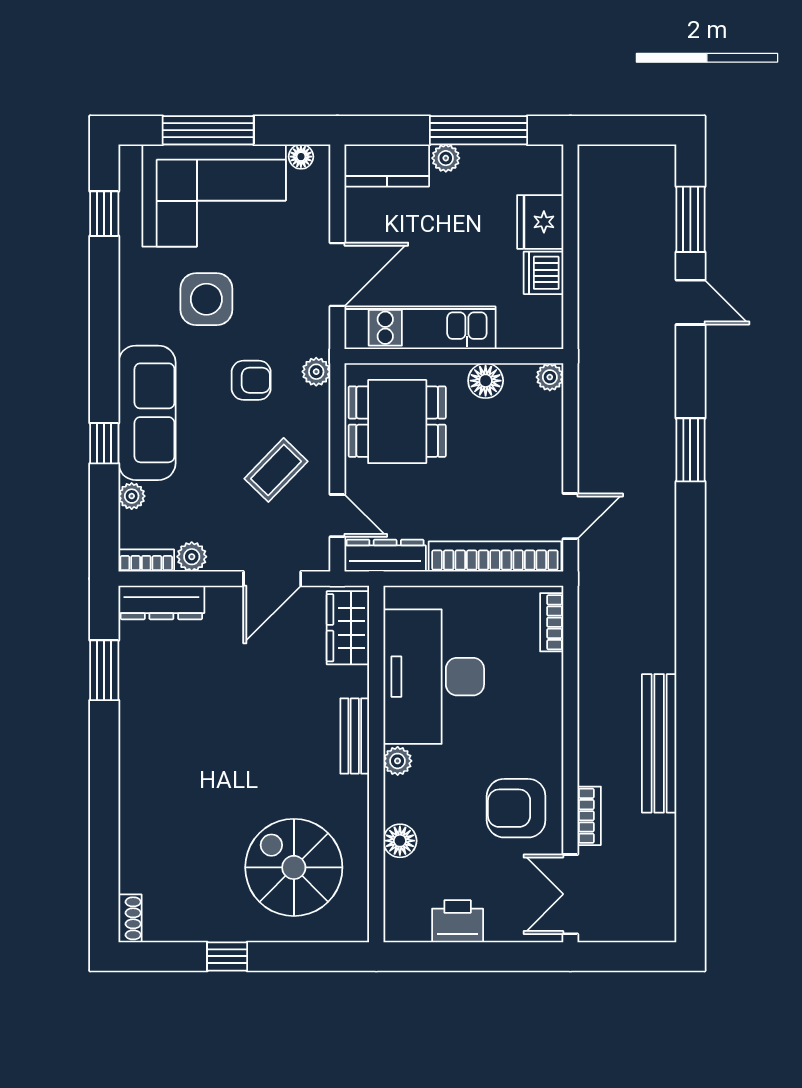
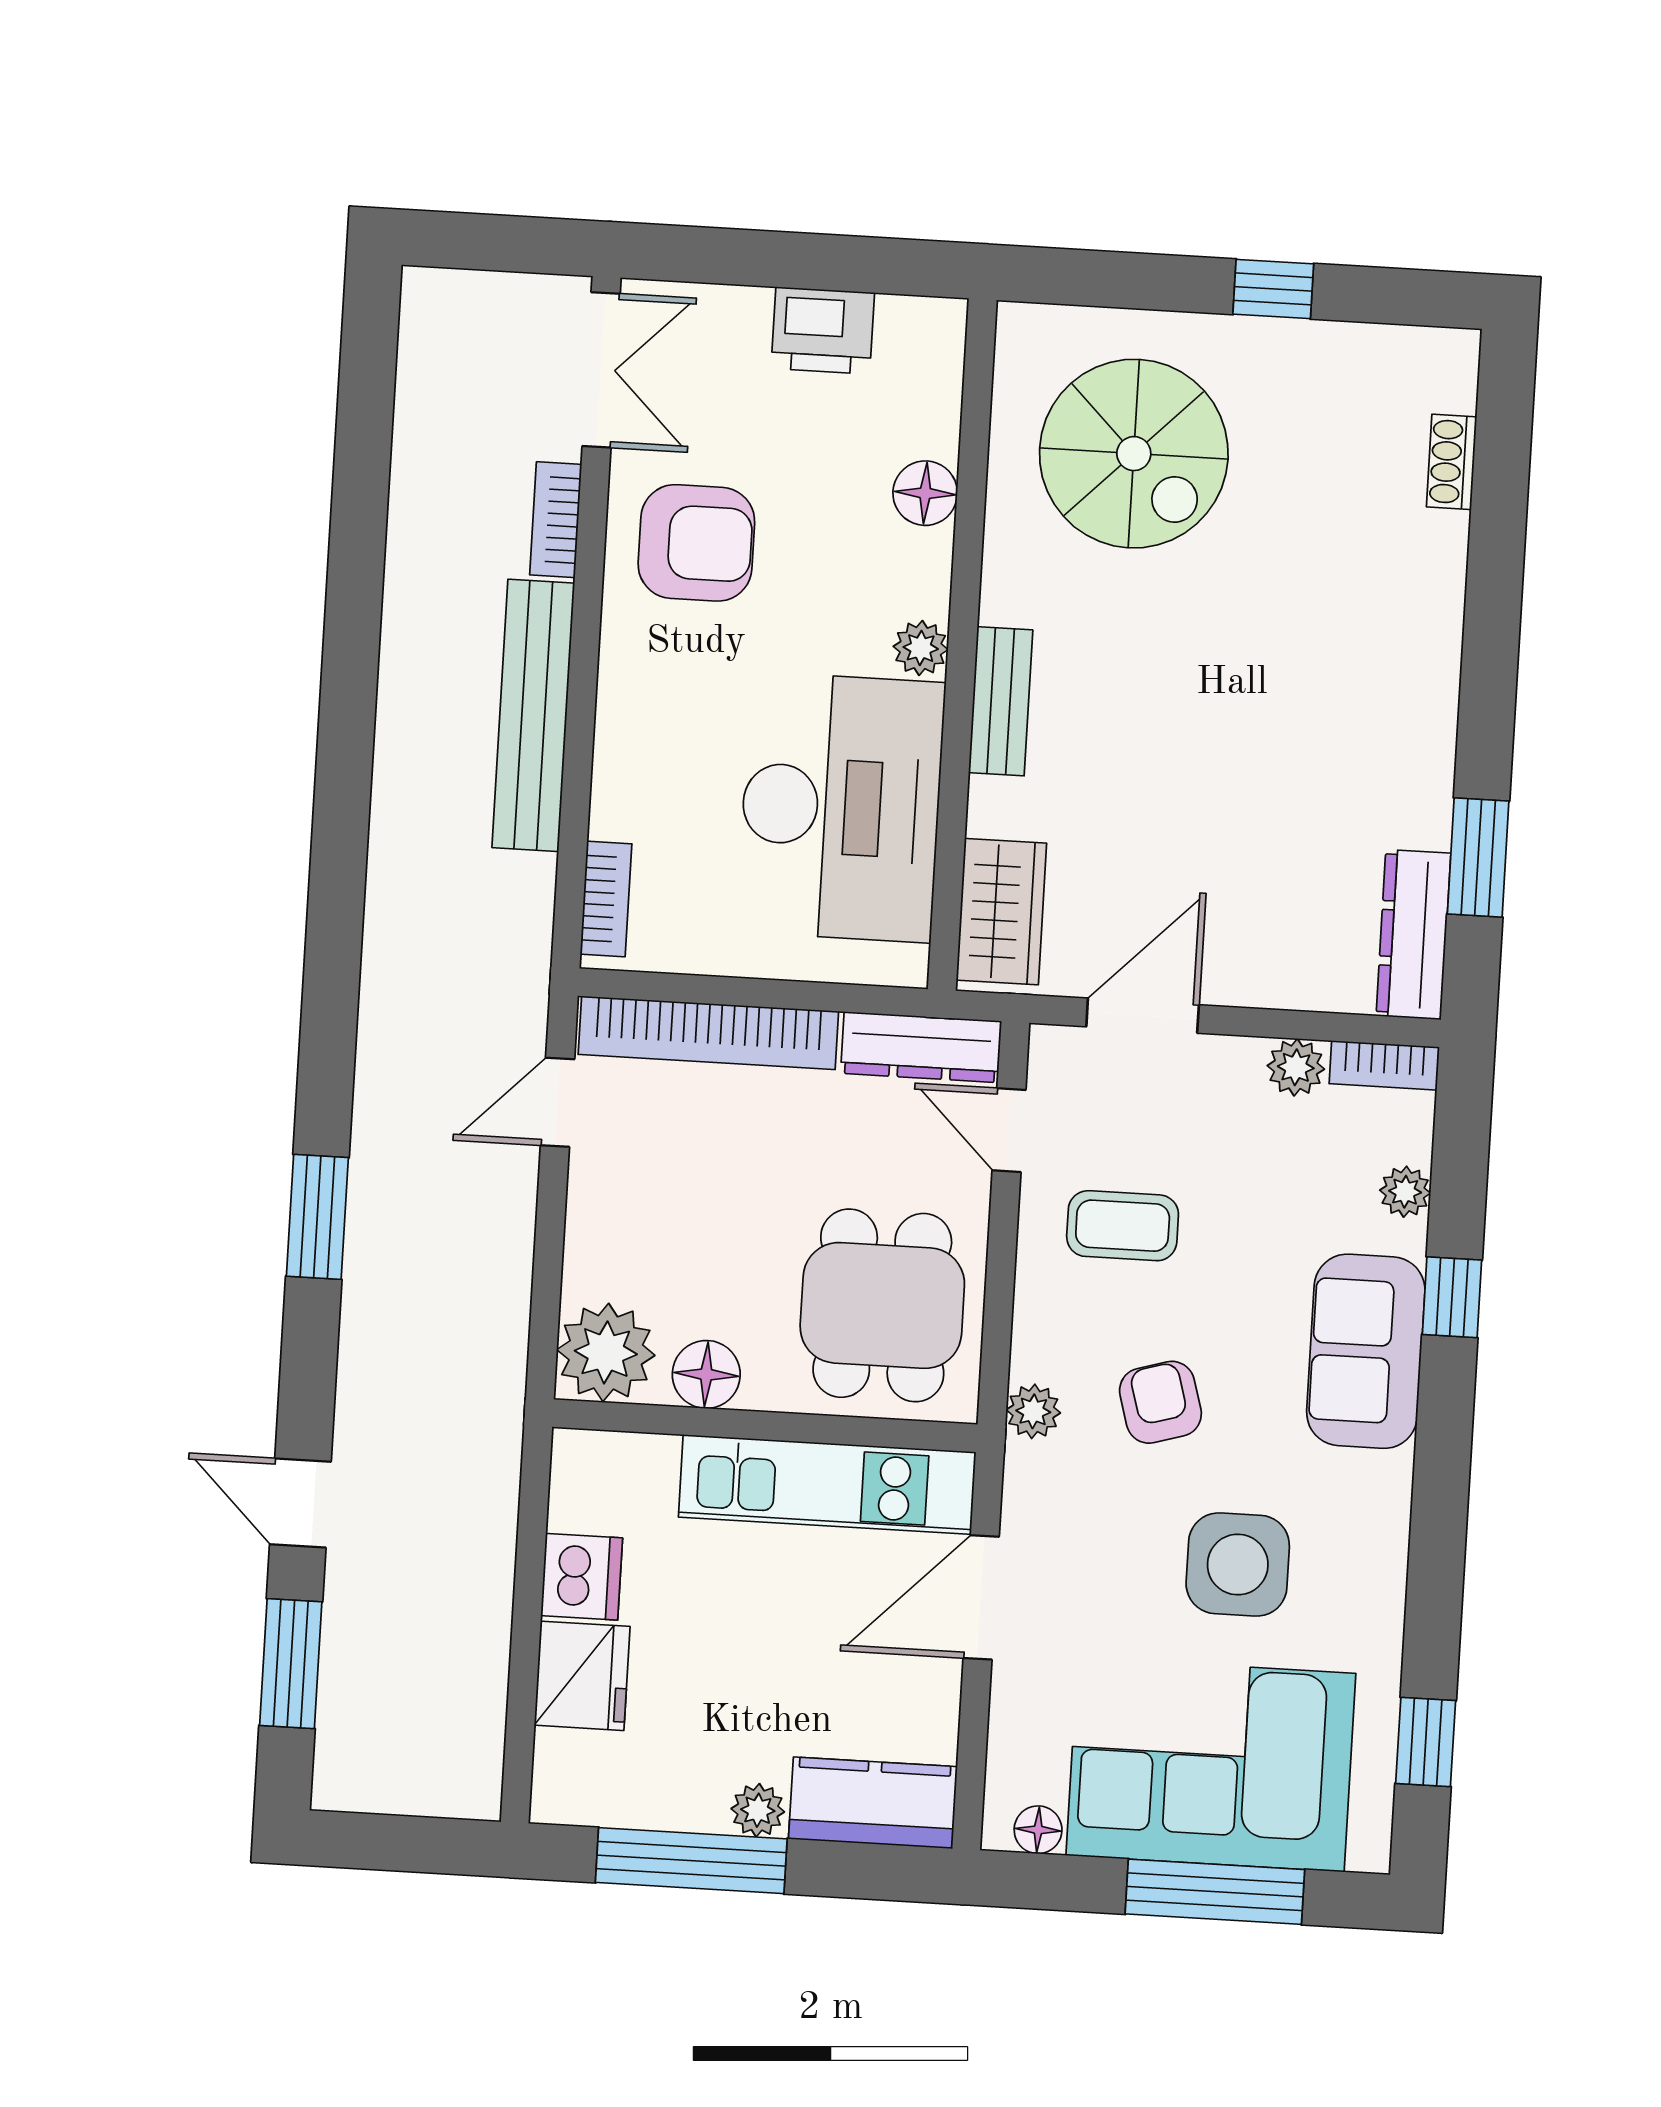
plant: (550, 377) -> (606, 1352), width x1.87, depth x1.87
armchair: (251, 380) -> (1160, 1402), turned 74
sofa: (147, 413) -> (1366, 1351), width x0.73
dining table: (397, 422) -> (882, 1305), turned 90
coffee table: (276, 470) -> (1123, 1226), turned 46
dresser: (161, 602) -> (1413, 935), moved, turned -90
bench: (659, 743) -> (533, 715), moved
shoe rack: (130, 918) -> (1452, 462), moved

